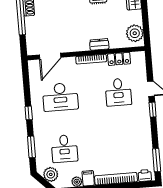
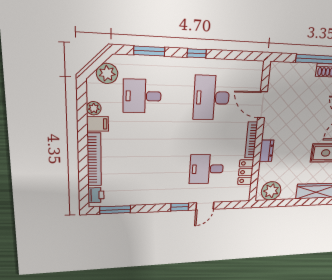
door: (50, 56) -> (262, 105), moved

